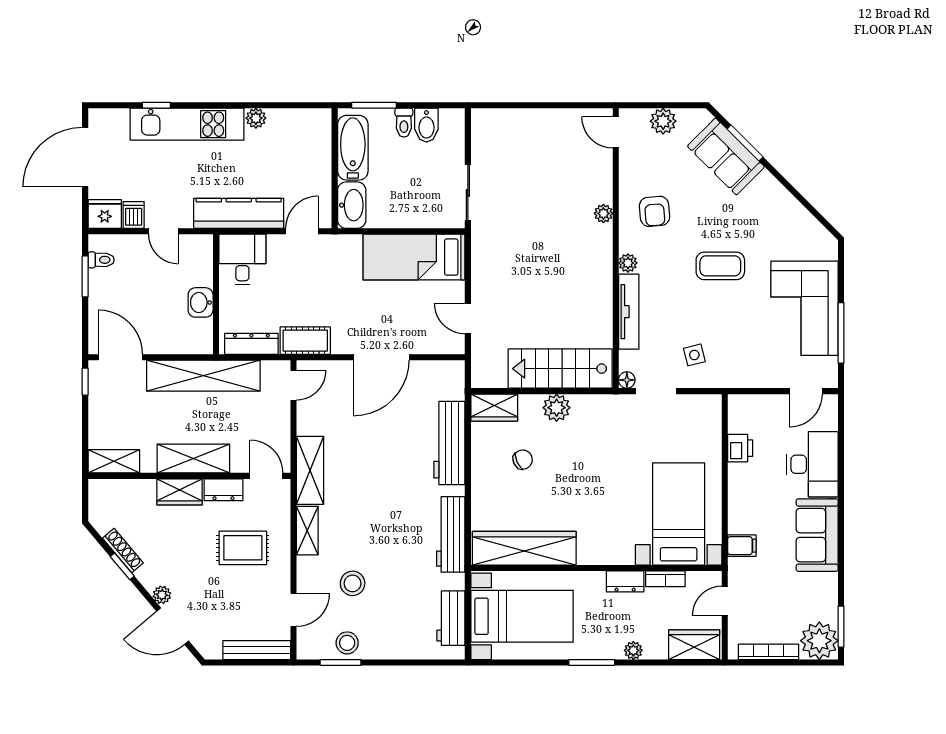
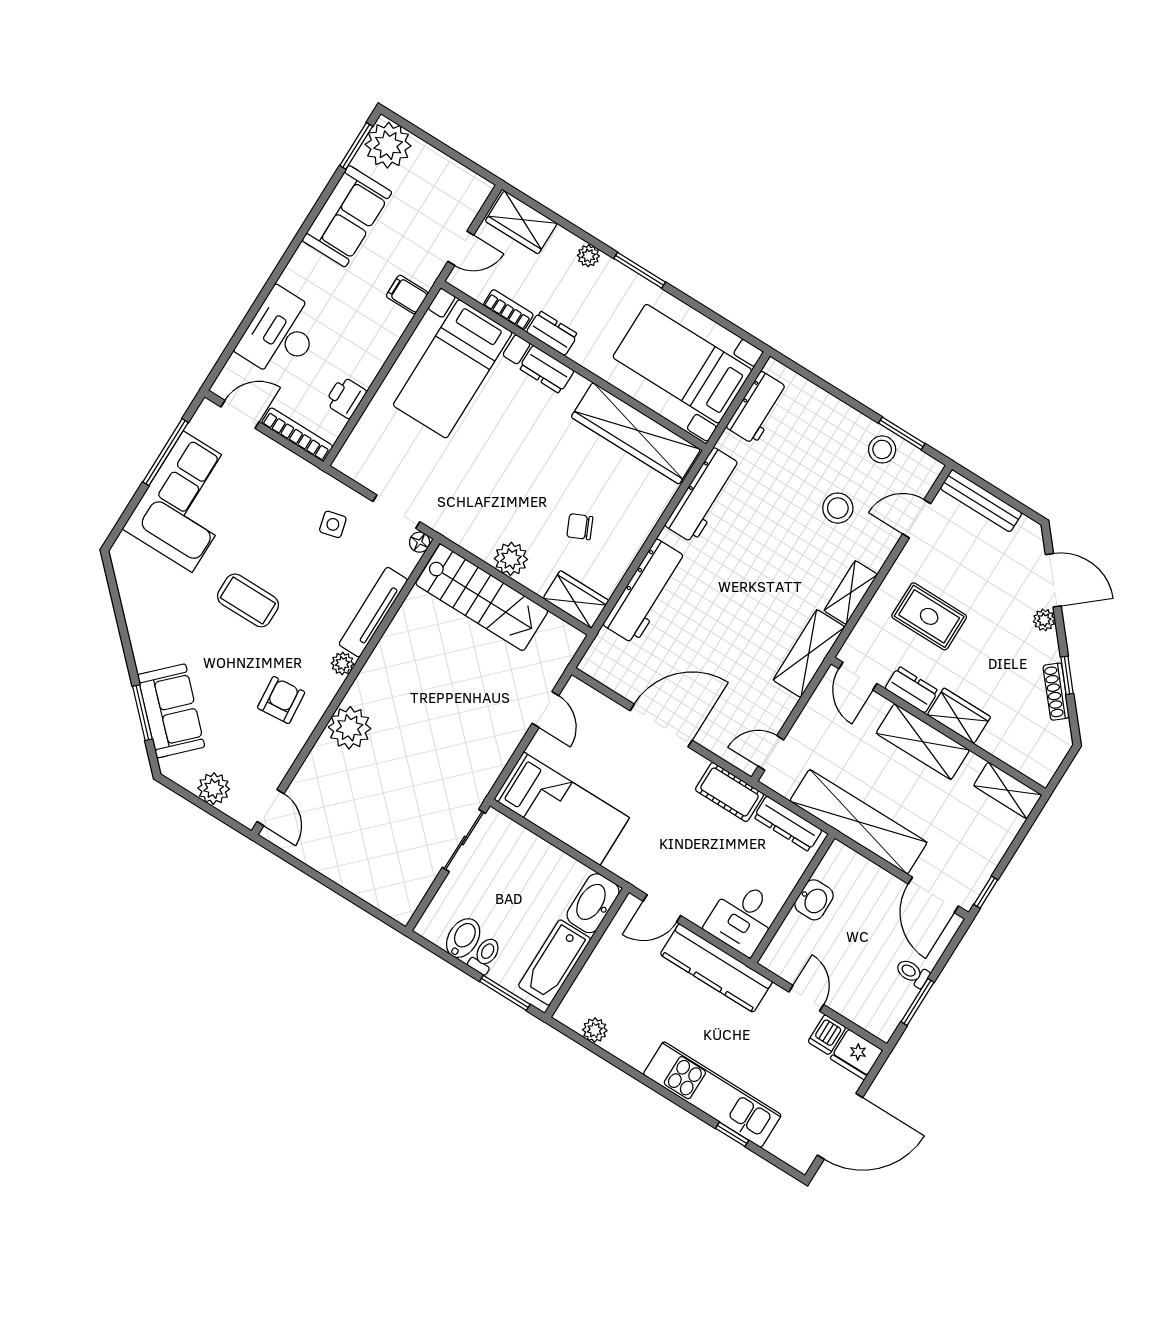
plant: (256, 118) -> (595, 1030), moved
plant: (603, 213) -> (350, 728), width x1.88, depth x1.88
toilet: (101, 260) -> (912, 973), moved
sofa: (817, 535) -> (347, 216), moved
dresser: (613, 554) -> (546, 369), added
bookcase: (768, 652) -> (297, 434), moved, turned 180

